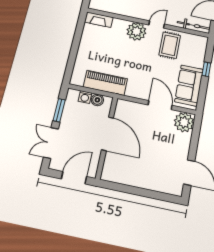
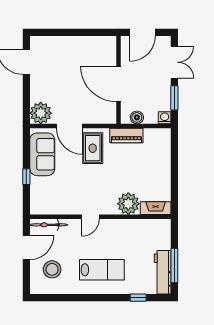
plant: (136, 31) -> (128, 204), moved
rug: (170, 45) -> (93, 148), moved
piano: (105, 83) -> (126, 135), width x0.73, depth x0.75
washing machine: (85, 97) -> (165, 118), moved

